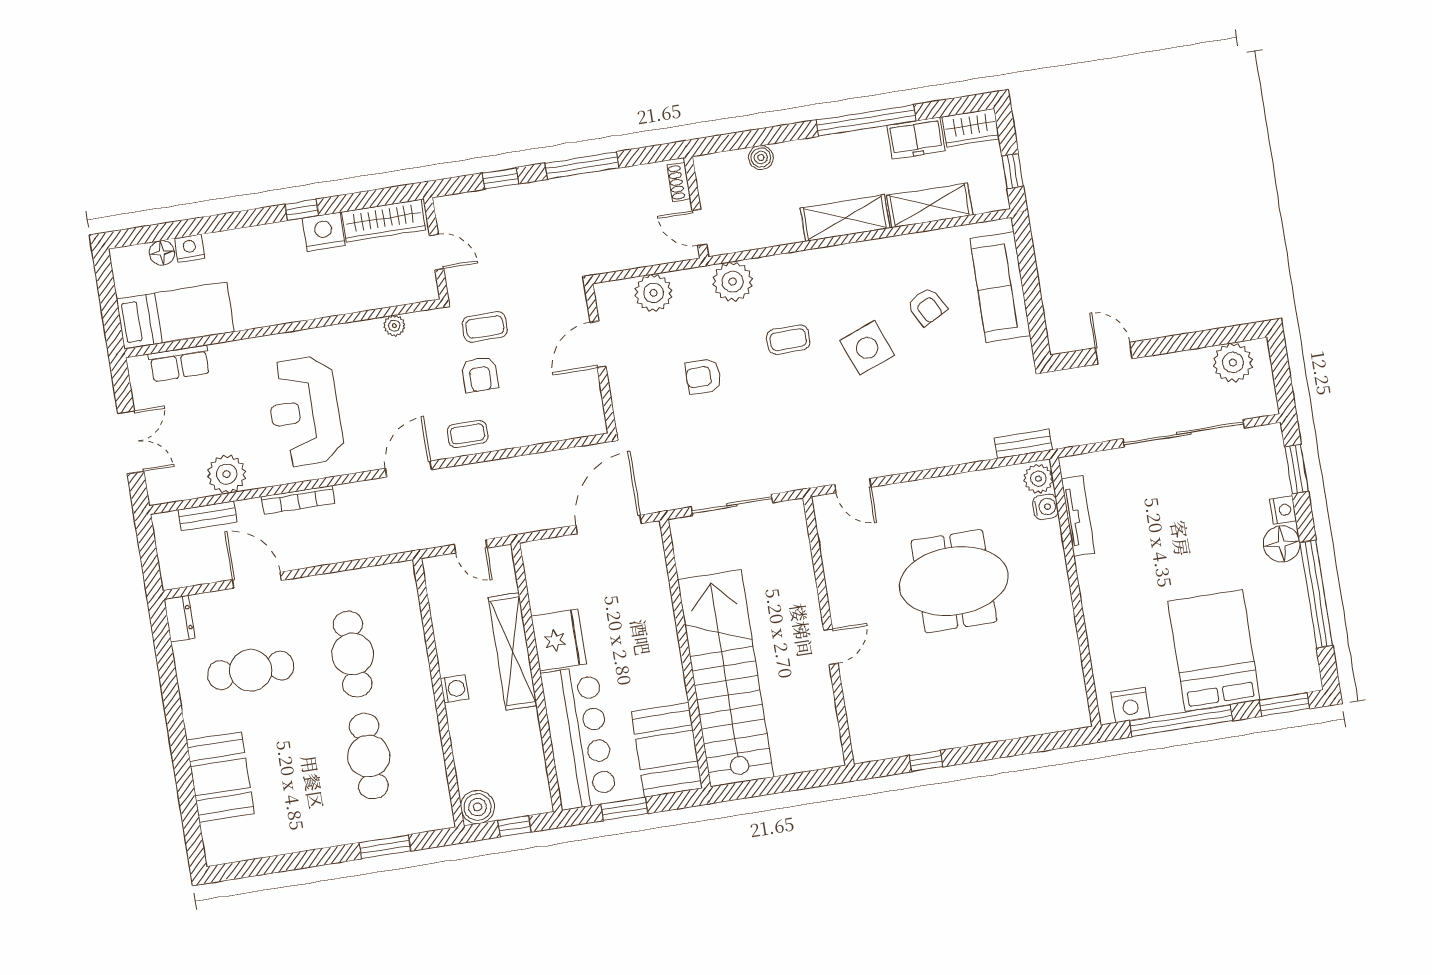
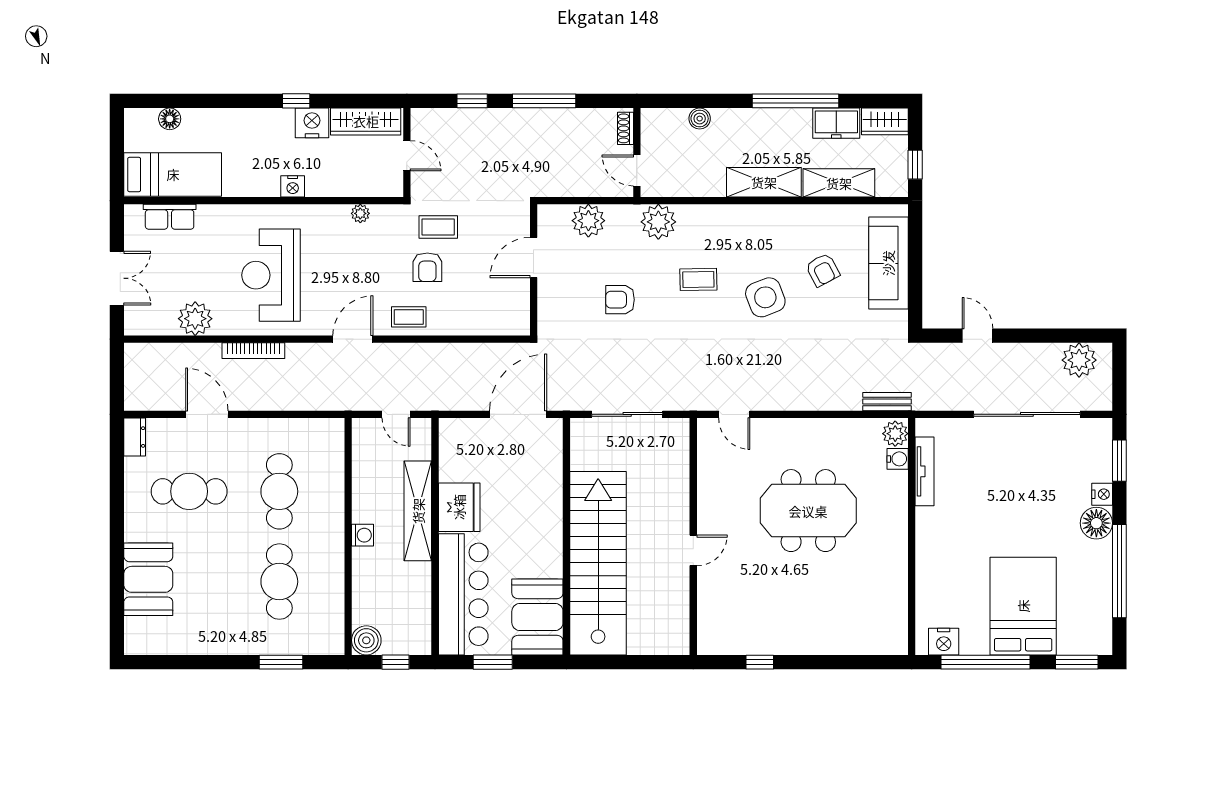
nightstand: (190, 248) -> (293, 186), moved, turned 180
bench: (207, 516) -> (173, 352), removed

